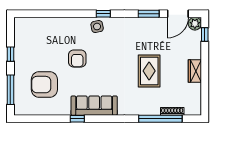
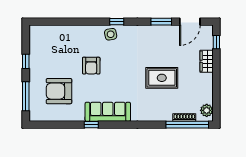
plant: (195, 24) -> (207, 110), moved
rug: (149, 71) -> (162, 78), turned 90
wardrobe: (195, 71) -> (207, 61), moved
window: (160, 119) -> (187, 125), moved

